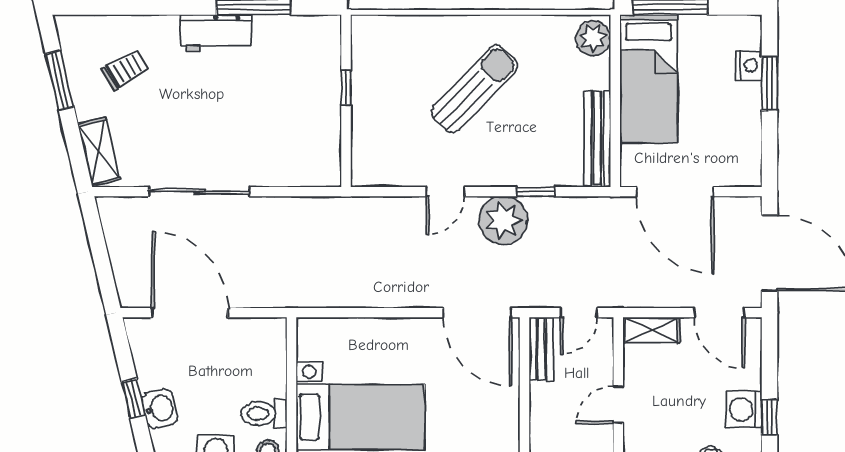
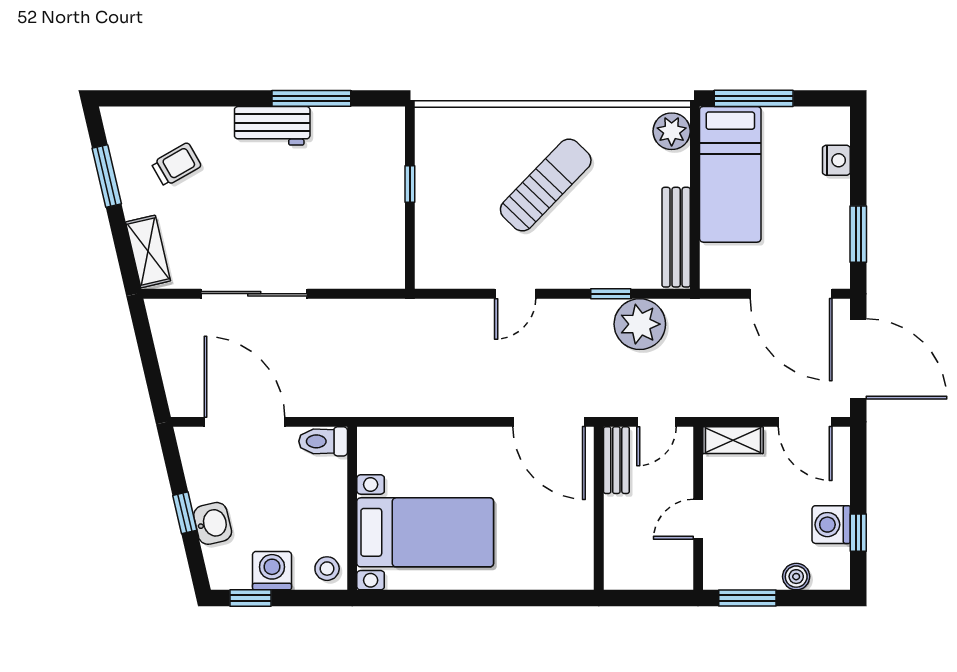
window: (770, 84) -> (858, 234), moved
door: (675, 192) -> (791, 294), moved
plant: (503, 220) -> (640, 324), moved
toilet: (264, 414) -> (323, 441), moved

